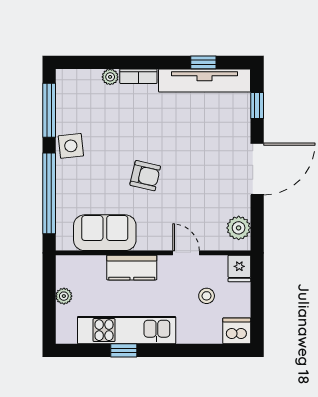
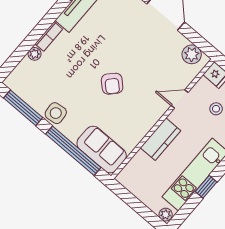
armchair: (145, 176) -> (112, 84), turned 120
sofa: (105, 233) -> (102, 149), moved, turned 90
plant: (64, 296) -> (166, 215), moved

